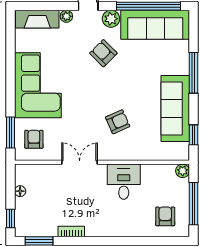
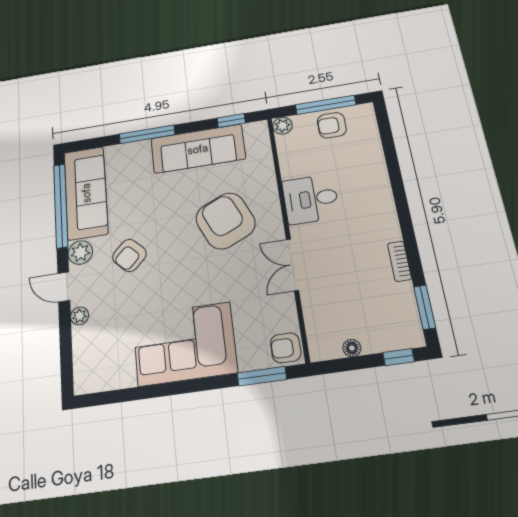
fireplace: (37, 19) -> (86, 359), removed
armchair: (118, 122) -> (225, 221), width x1.88, depth x1.88
armchair: (34, 139) -> (286, 348), moved
armchair: (165, 216) -> (332, 125), moved

